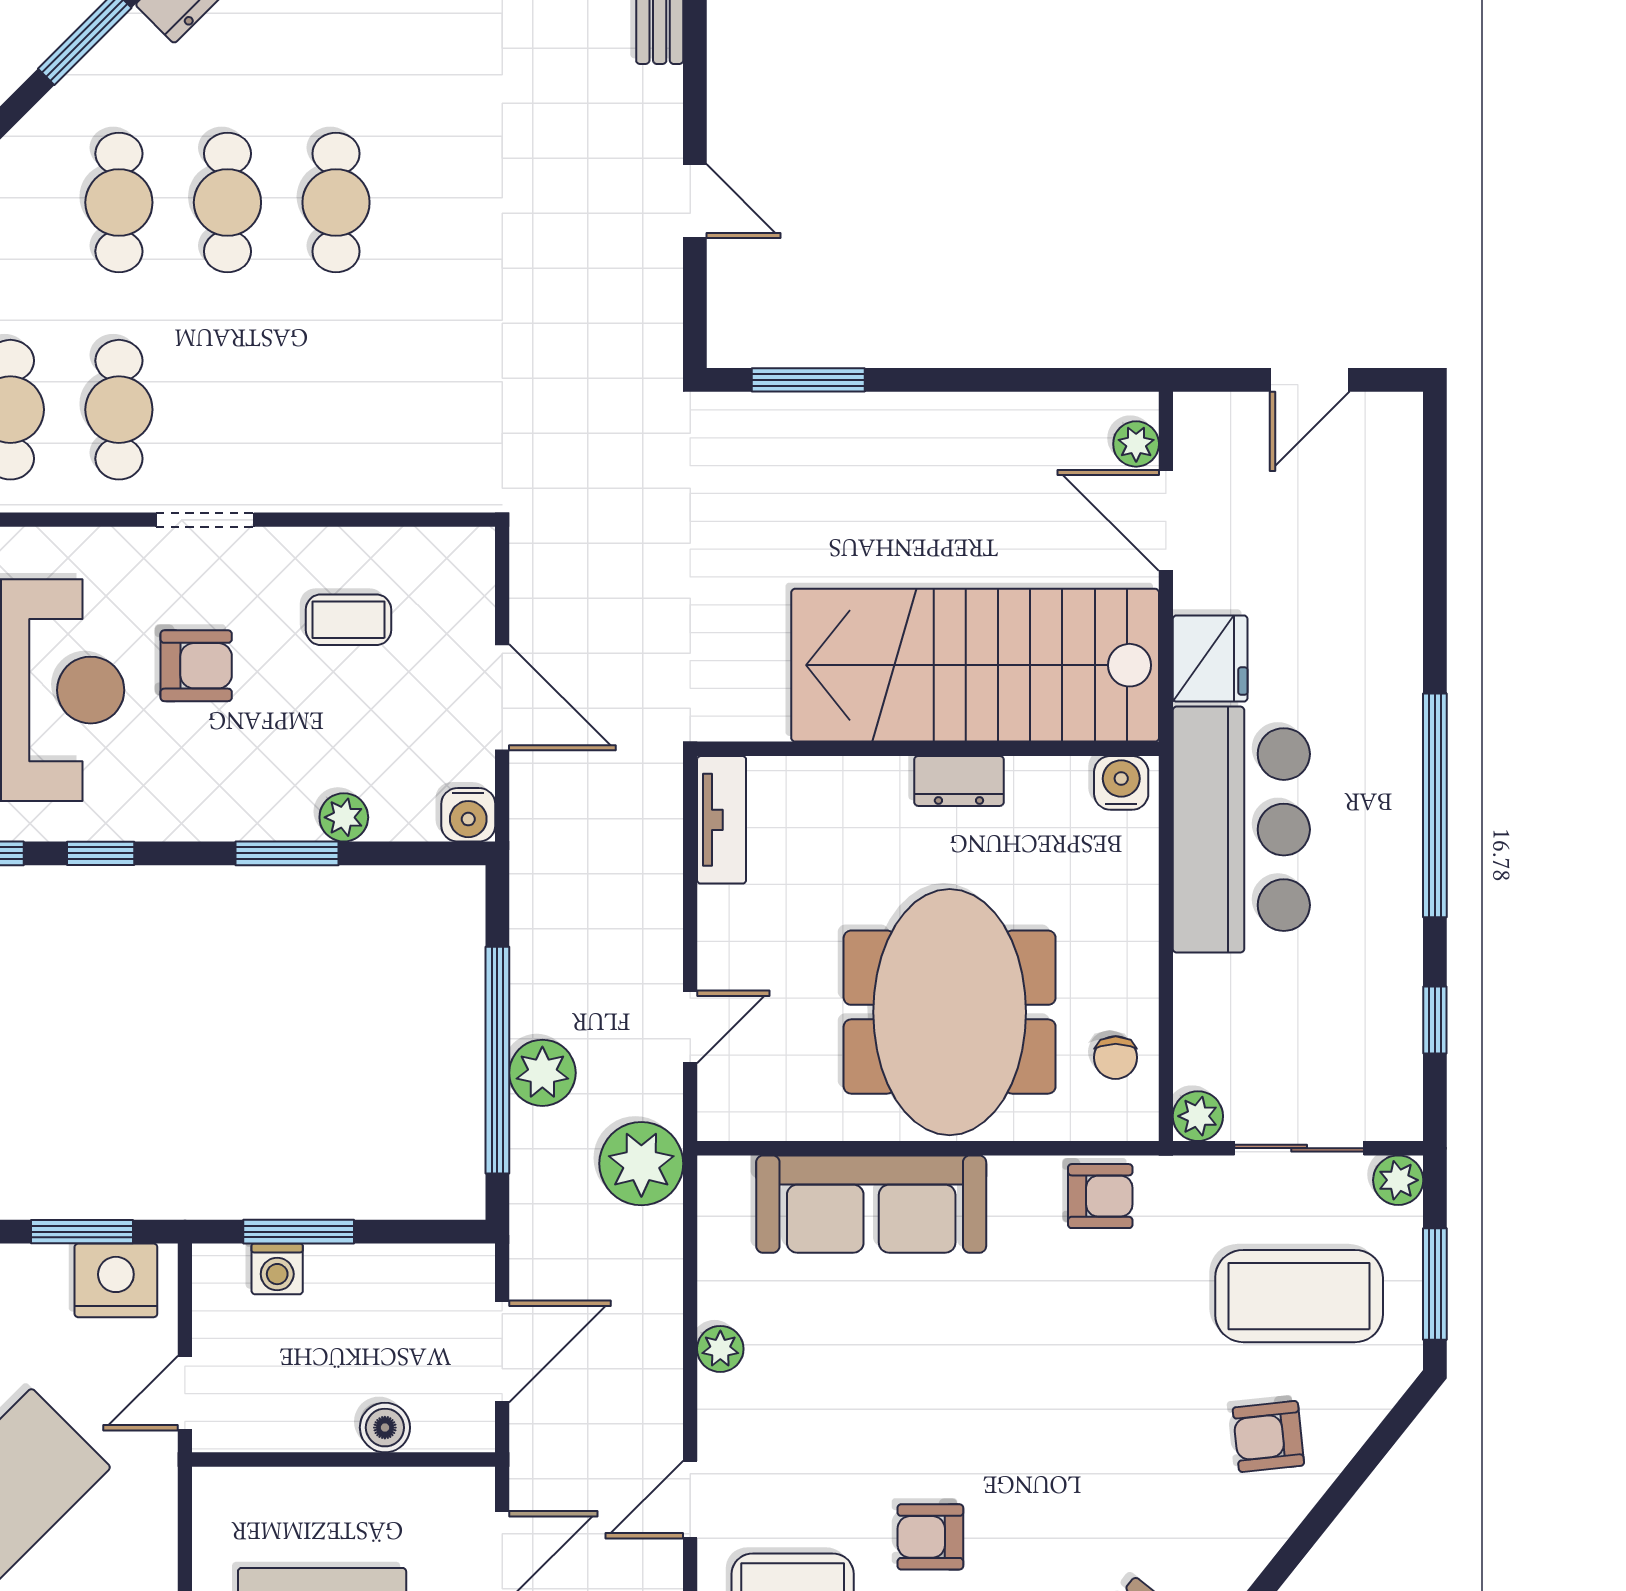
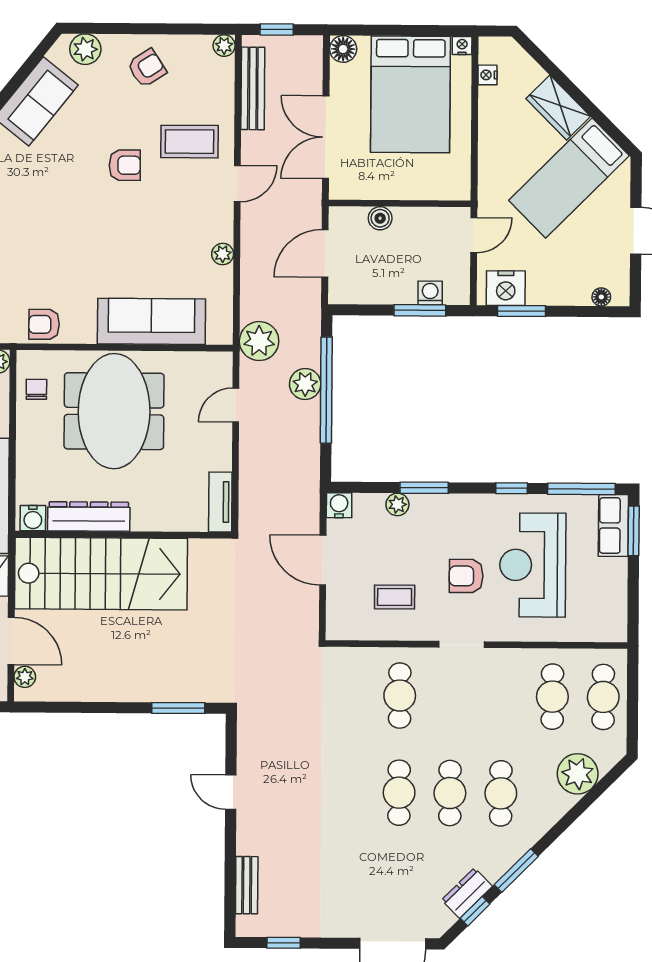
cafe table: (119, 410) -> (400, 696), moved
dresser: (959, 781) -> (89, 516), width x1.96, depth x1.24

